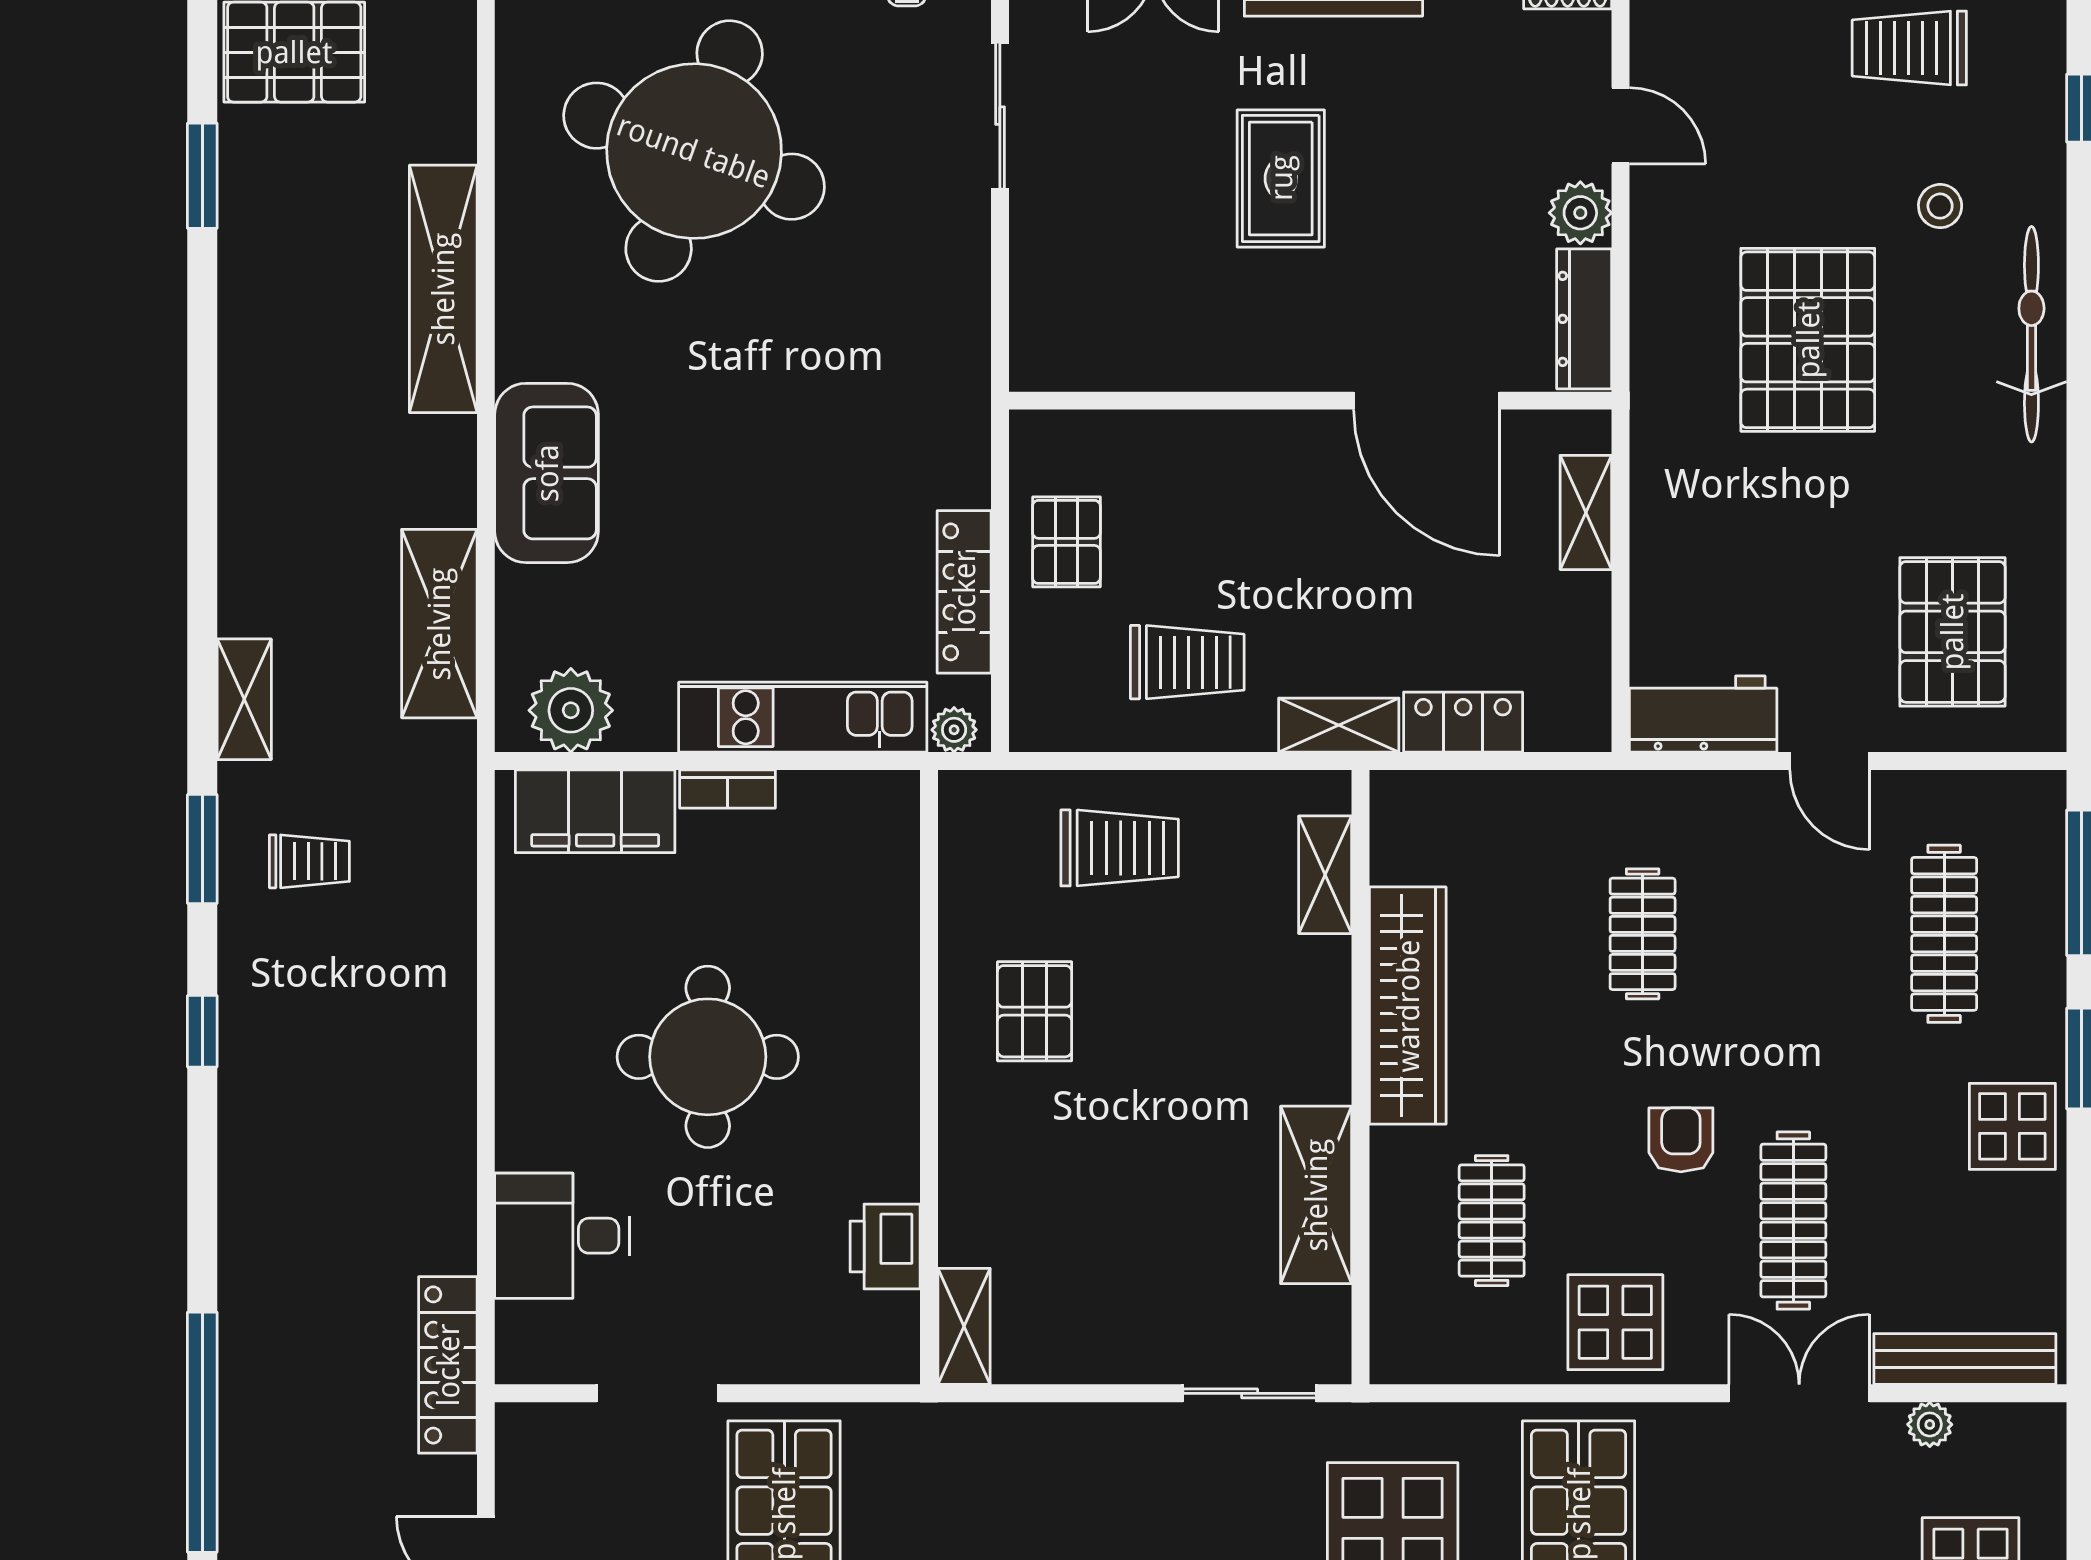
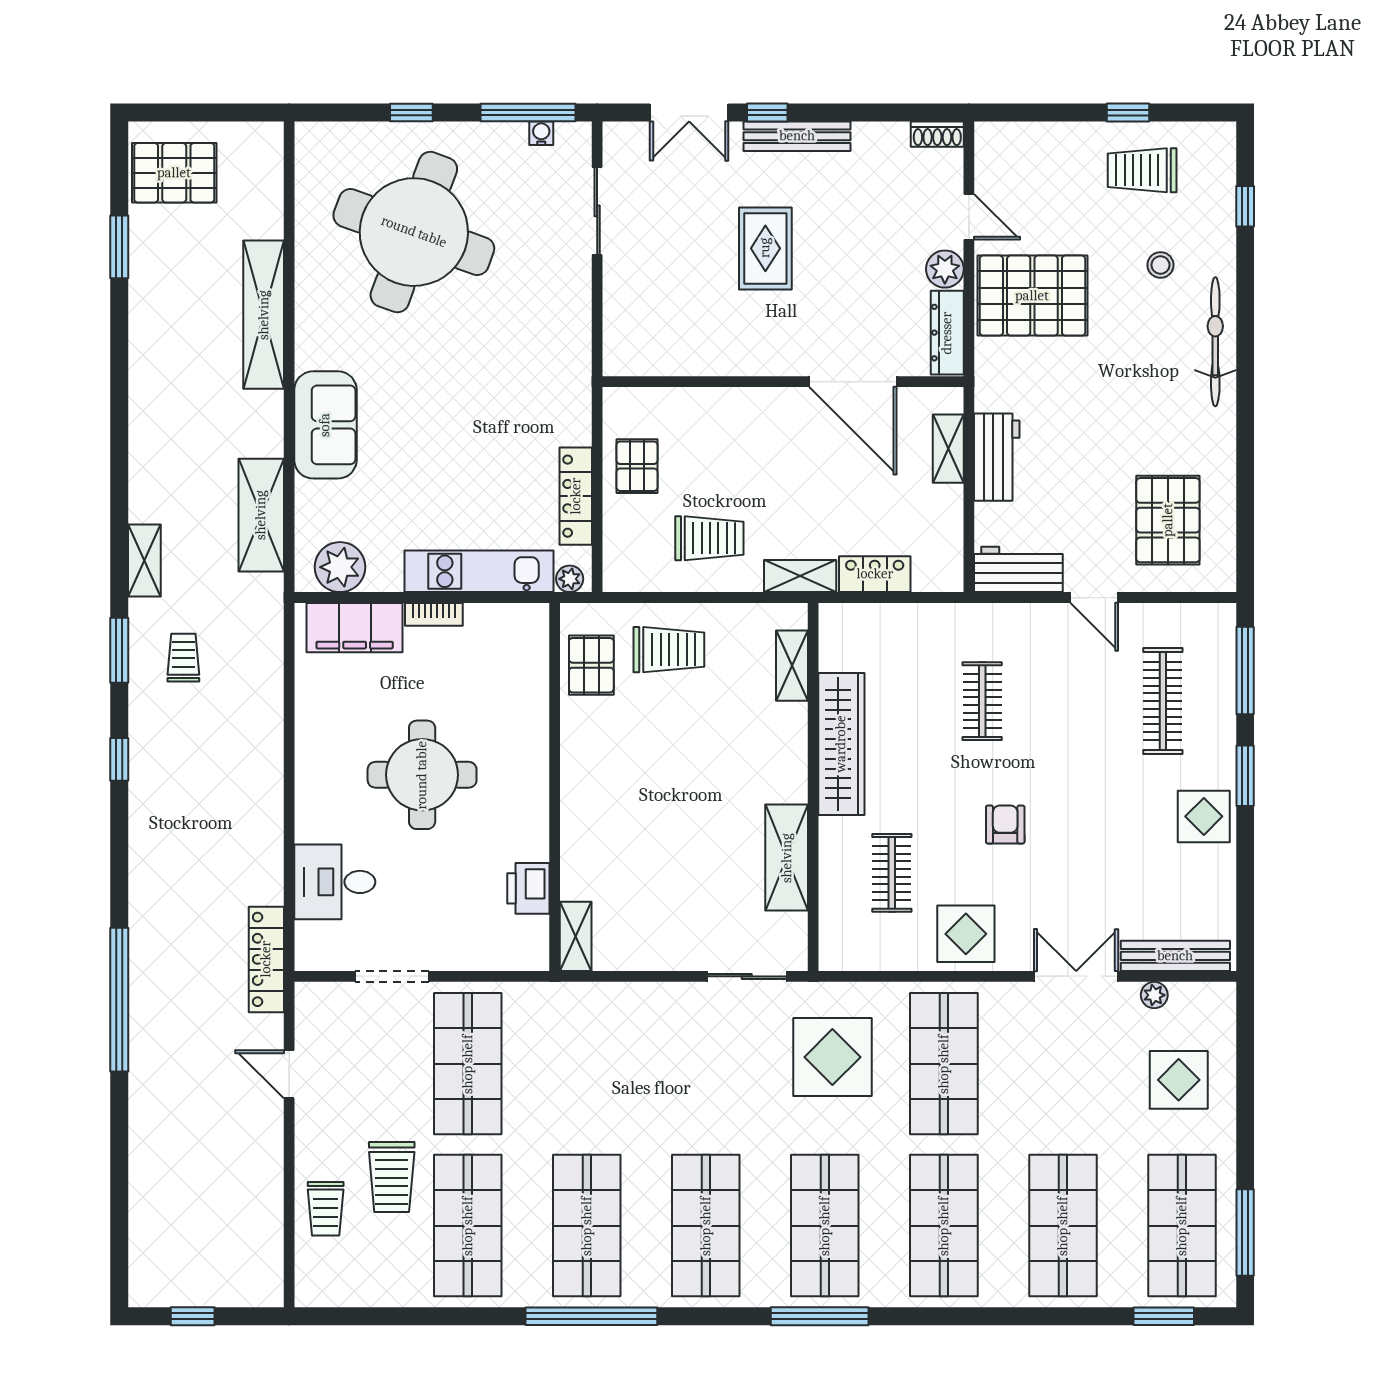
pallet: (1808, 340) -> (1032, 296), moved, turned 90
workbench: (1667, 527) -> (997, 457), added
trolley: (309, 861) -> (183, 658), turned -90
pallet: (1035, 1011) -> (591, 665), moved
clothes rail: (1793, 1221) -> (1073, 873), removed

